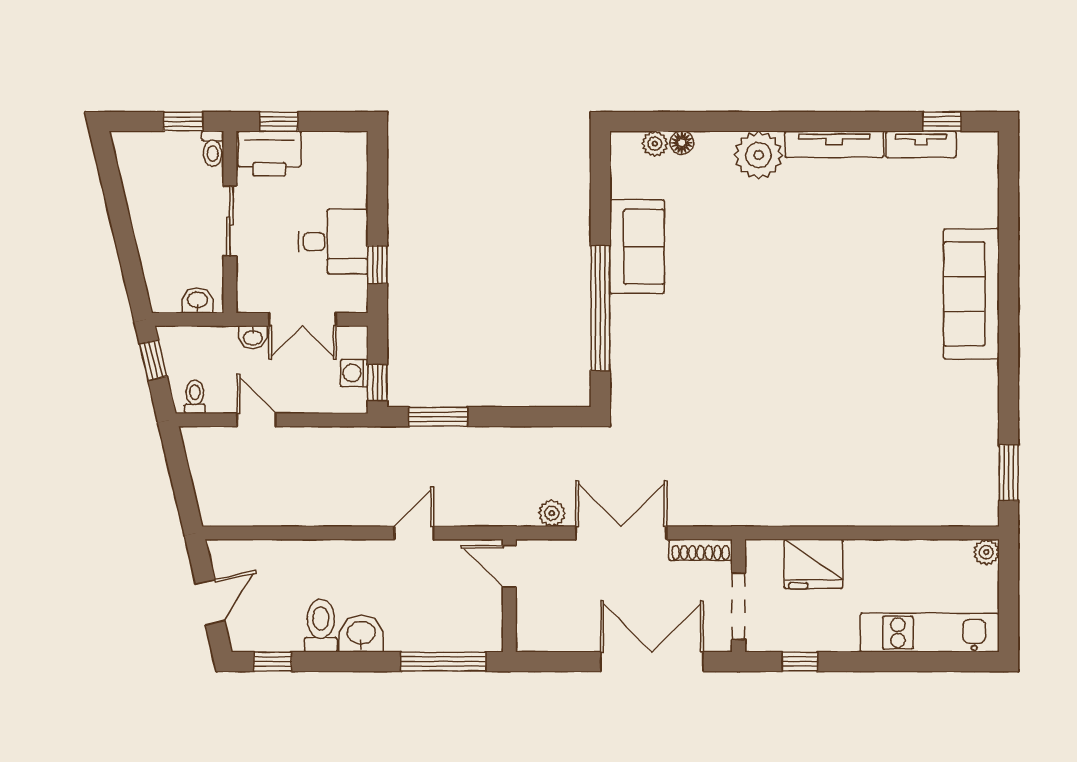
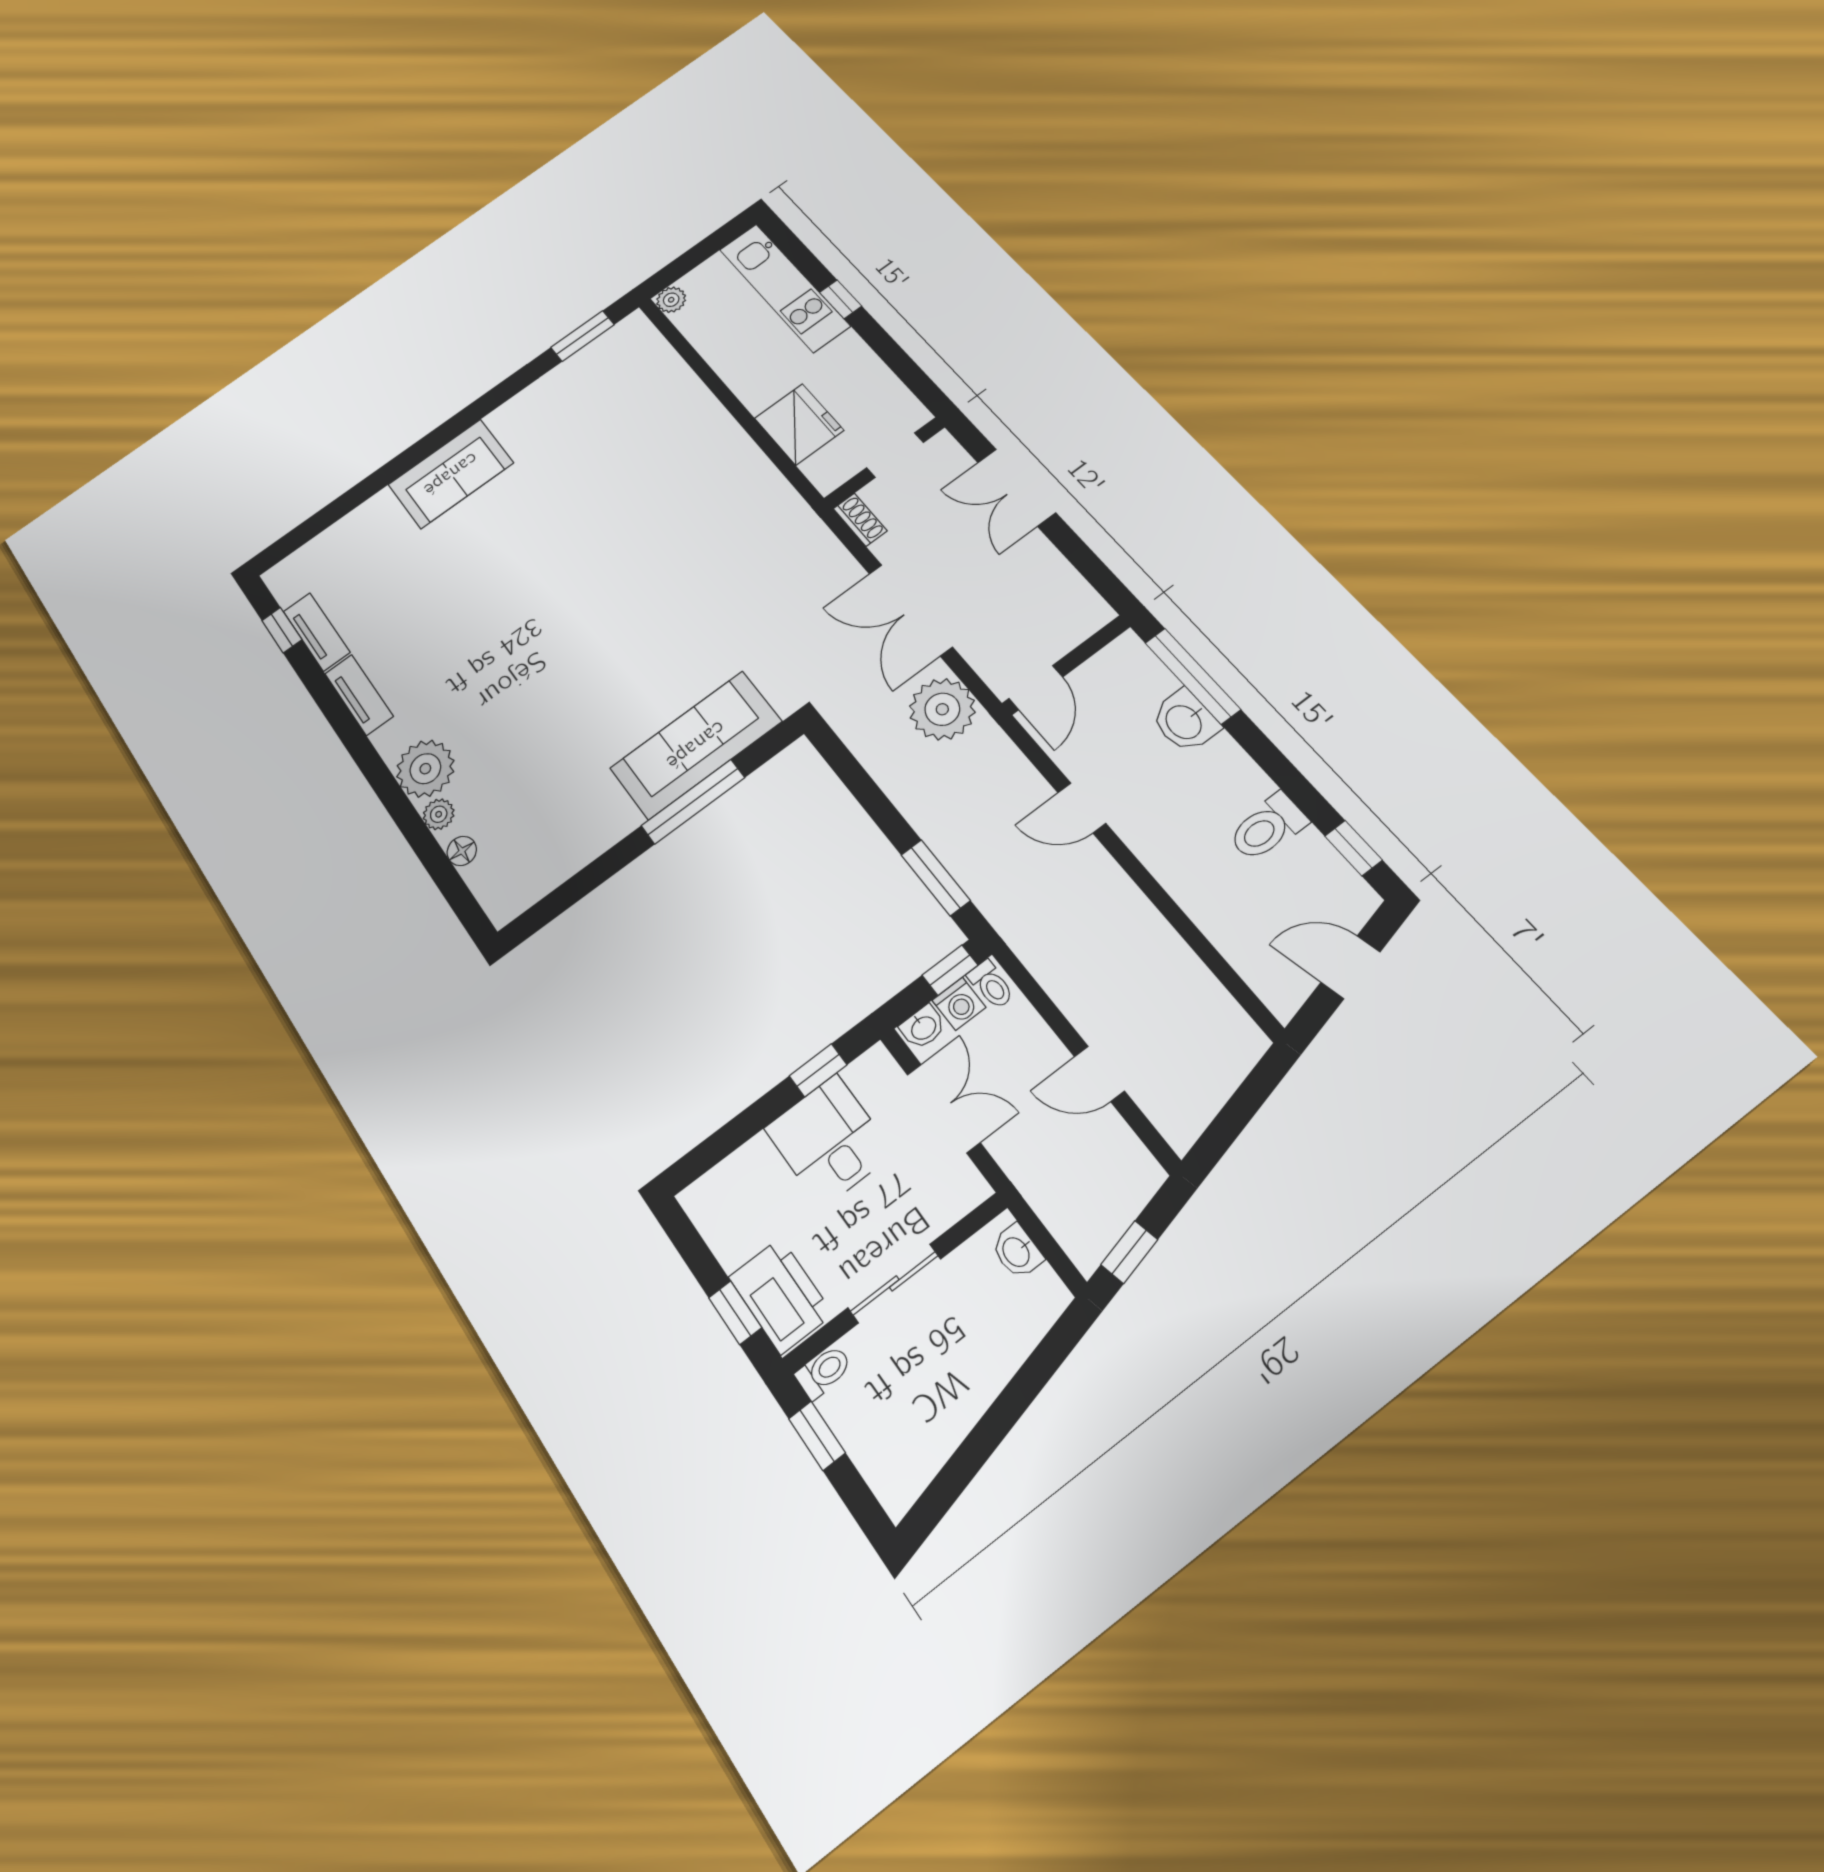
plant: (655, 144) -> (439, 814), moved
tv unit: (834, 144) -> (359, 695), width x0.71
sofa: (637, 247) -> (696, 745), moved, width x1.36
sofa: (971, 294) -> (451, 474), width x0.73
window: (600, 308) -> (693, 802), width x0.68
washbasin: (253, 337) -> (923, 1027), moved, turned 90
toilet: (195, 397) -> (991, 985), moved, turned -90
door: (257, 420) -> (1099, 1074), hinge flipped
plant: (552, 513) -> (942, 709), width x1.87, depth x1.87
shoe rack: (701, 550) -> (860, 520), width x0.70
doorway: (739, 606) -> (895, 455), width x0.73
washbasin: (361, 634) -> (1185, 721), moved
double door: (652, 662) -> (1016, 487), width x0.73
window: (800, 662) -> (841, 299), moved

